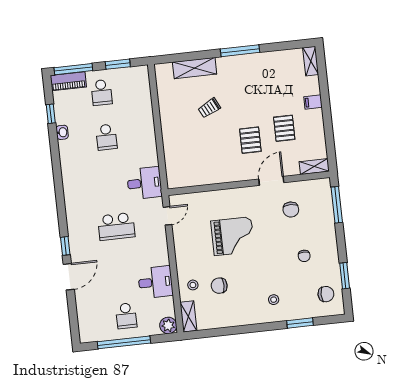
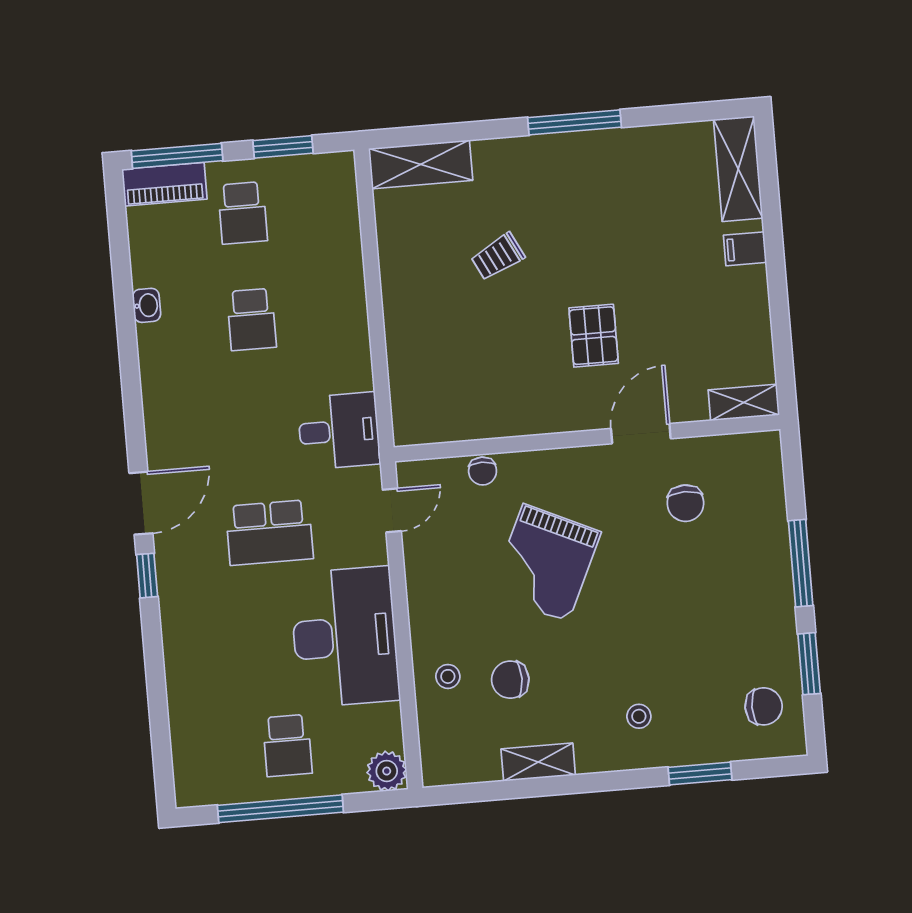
shelving: (311, 61) -> (738, 169), width x1.50, depth x1.33
shelving: (195, 68) -> (421, 164), moved
window: (51, 114) -> (121, 260), removed
pallet: (284, 128) -> (675, 309), removed
window: (337, 205) -> (801, 563), moved
grand piano: (233, 236) -> (546, 563), turned 115
chair: (304, 256) -> (483, 471), moved
door: (69, 277) -> (141, 503), moved
desk: (155, 282) -> (345, 637), width x1.87, depth x1.30
shelving: (188, 316) -> (538, 762), moved, turned 90

